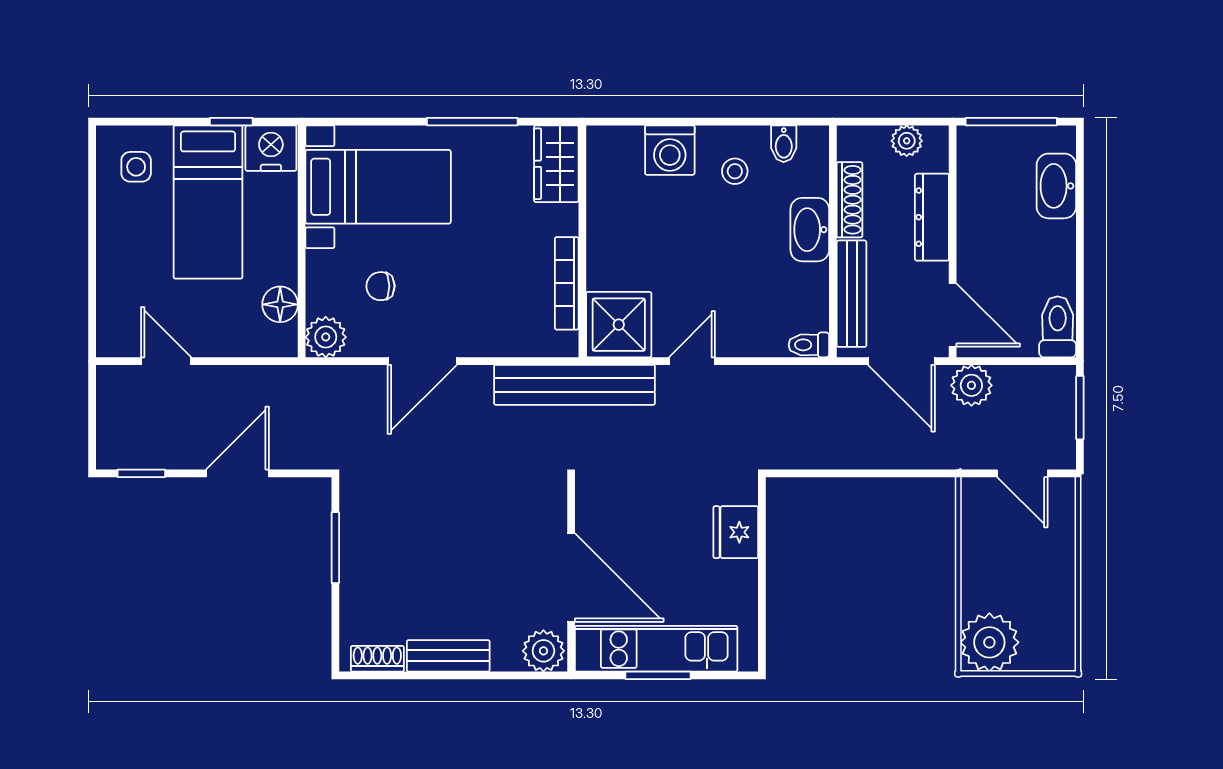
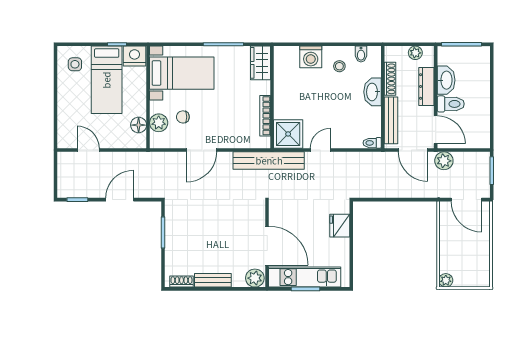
washbasin: (1056, 186) -> (446, 80), moved, turned 180
toilet: (1058, 327) -> (451, 104), moved, turned 90
plant: (326, 337) -> (159, 123), moved
door: (1022, 473) -> (466, 200), width x1.38
plant: (989, 642) -> (446, 280), width x0.53, depth x0.53

